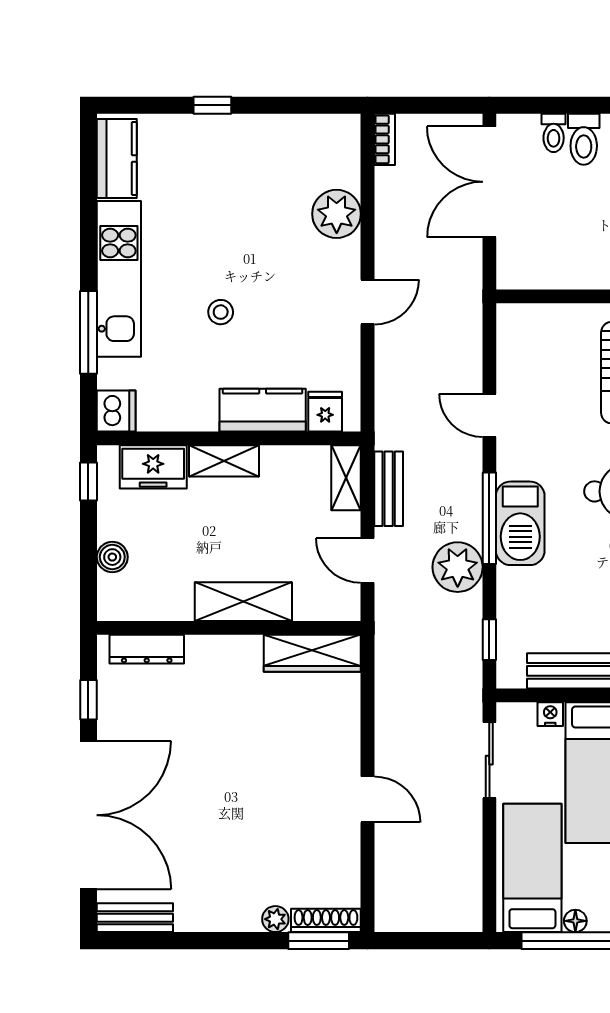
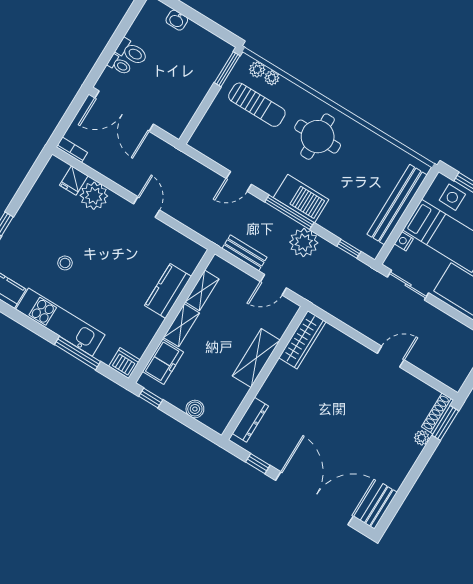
stool: (221, 312) -> (65, 263), moved
fridge: (325, 412) -> (74, 180), moved, turned -90
shelving: (346, 478) -> (202, 290), moved, turned 90

